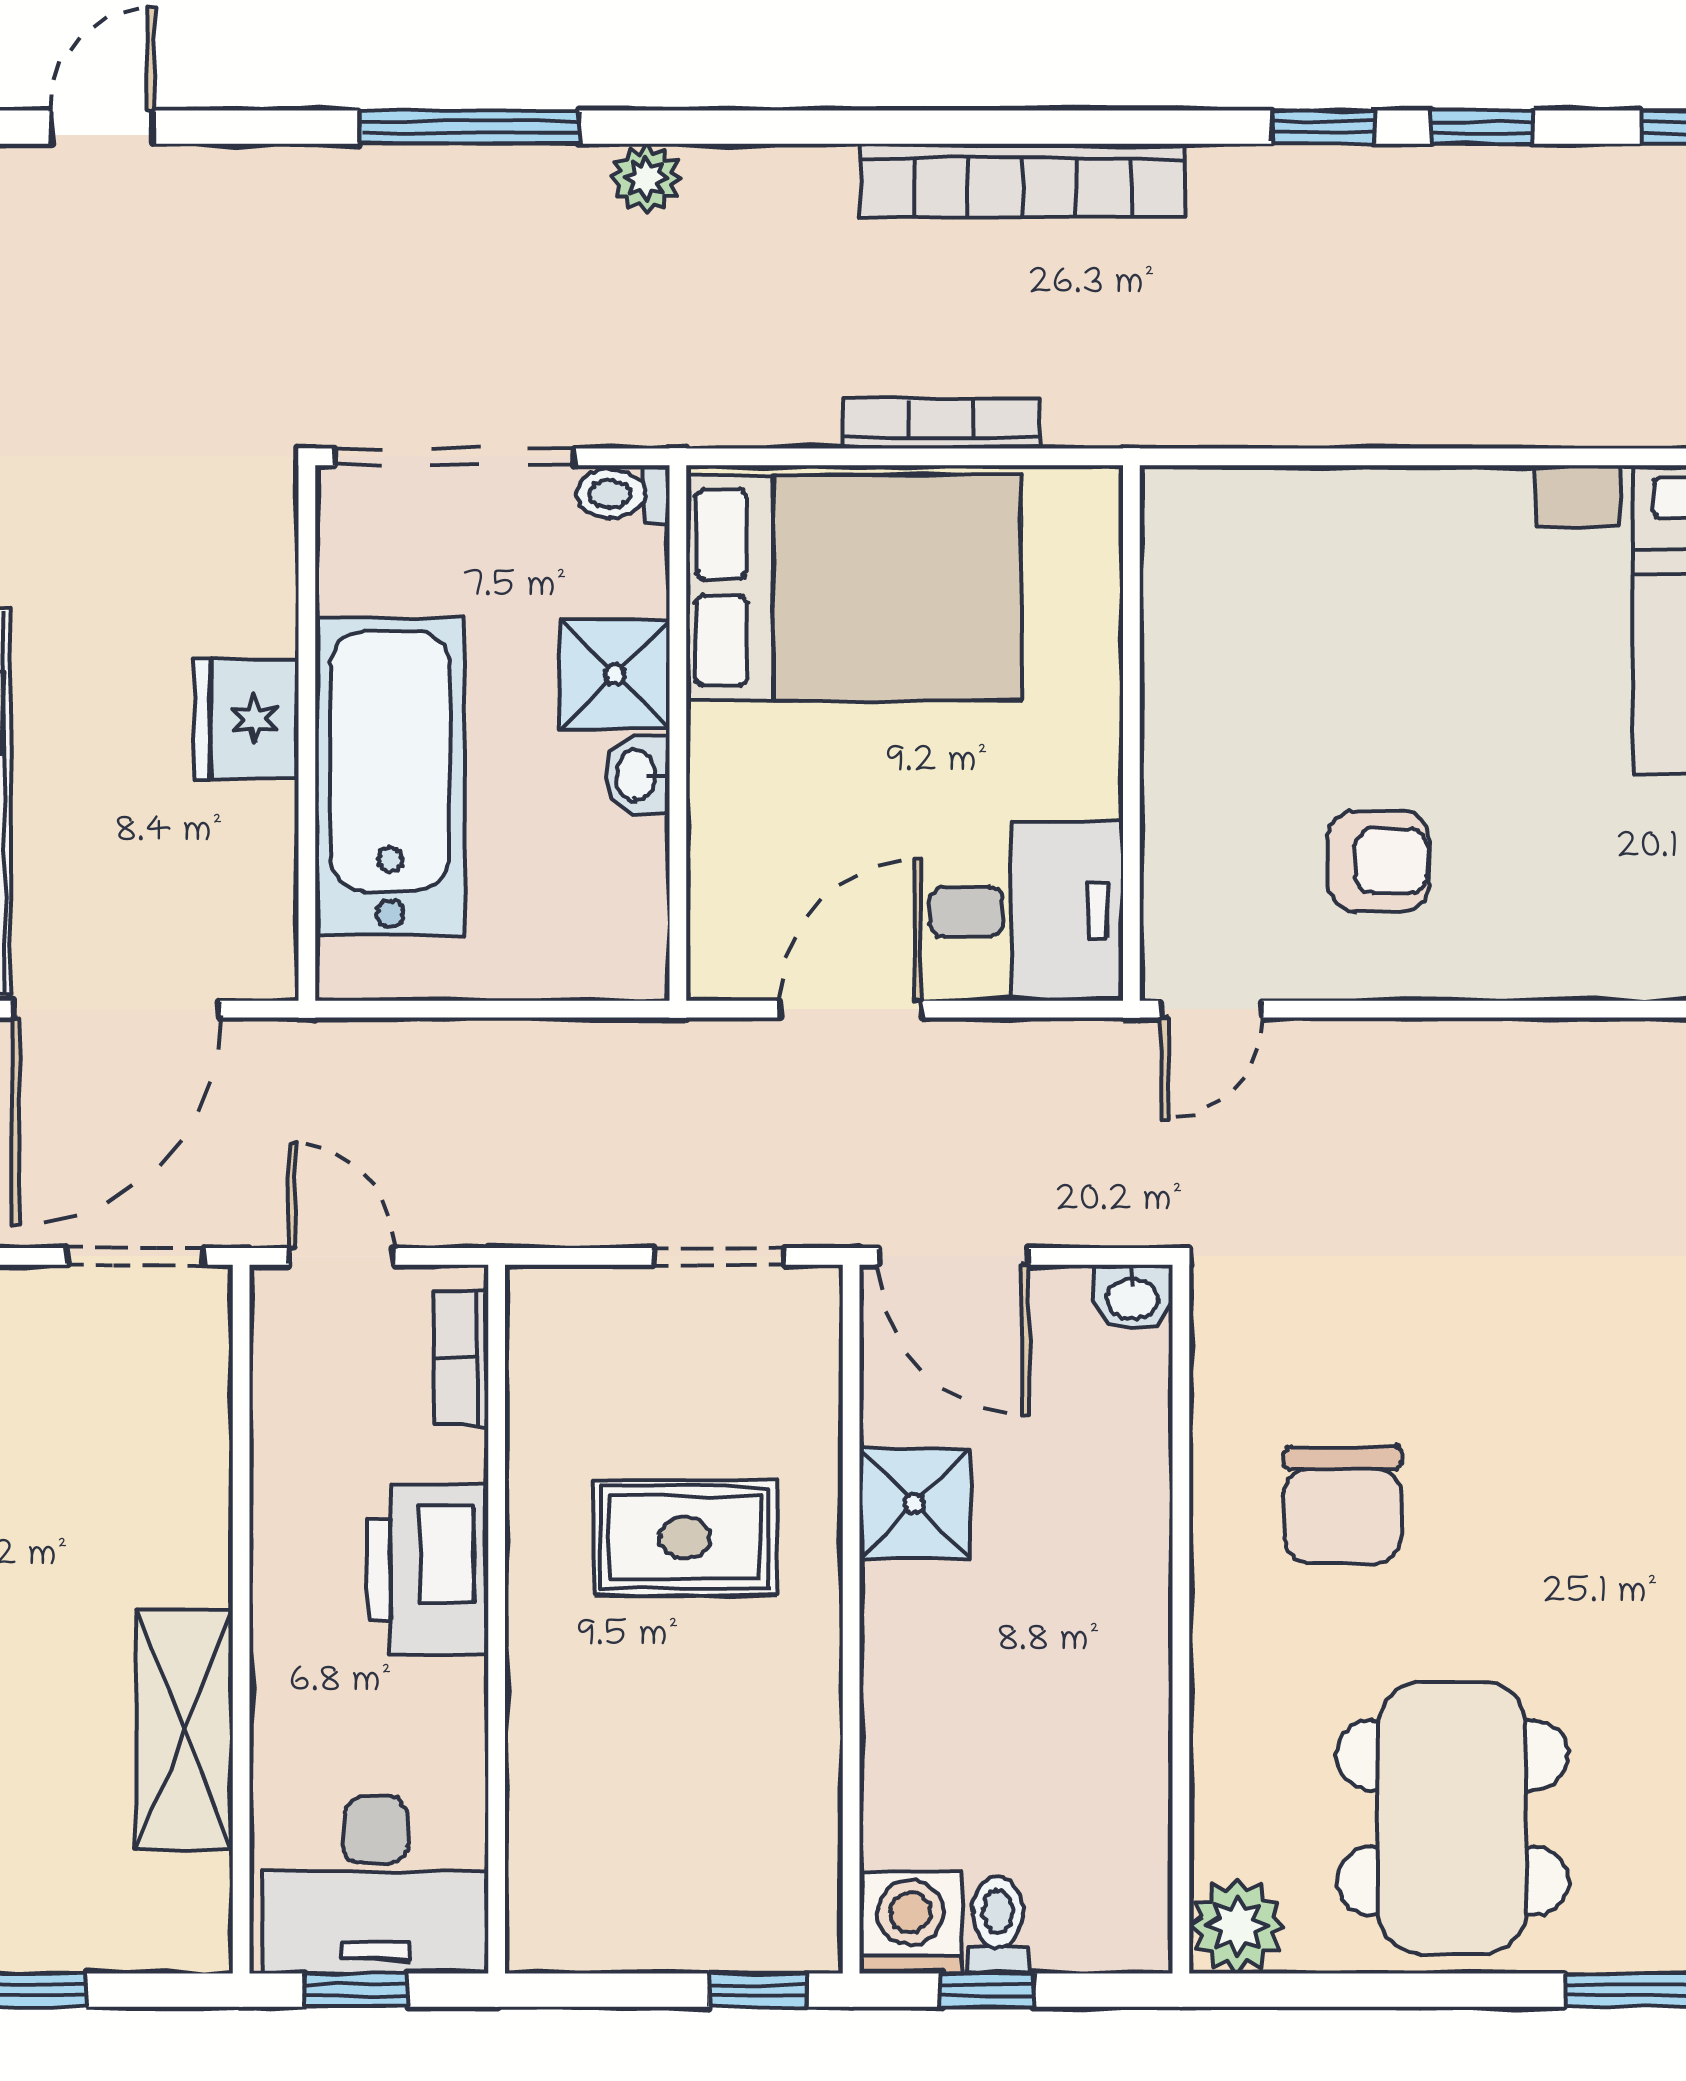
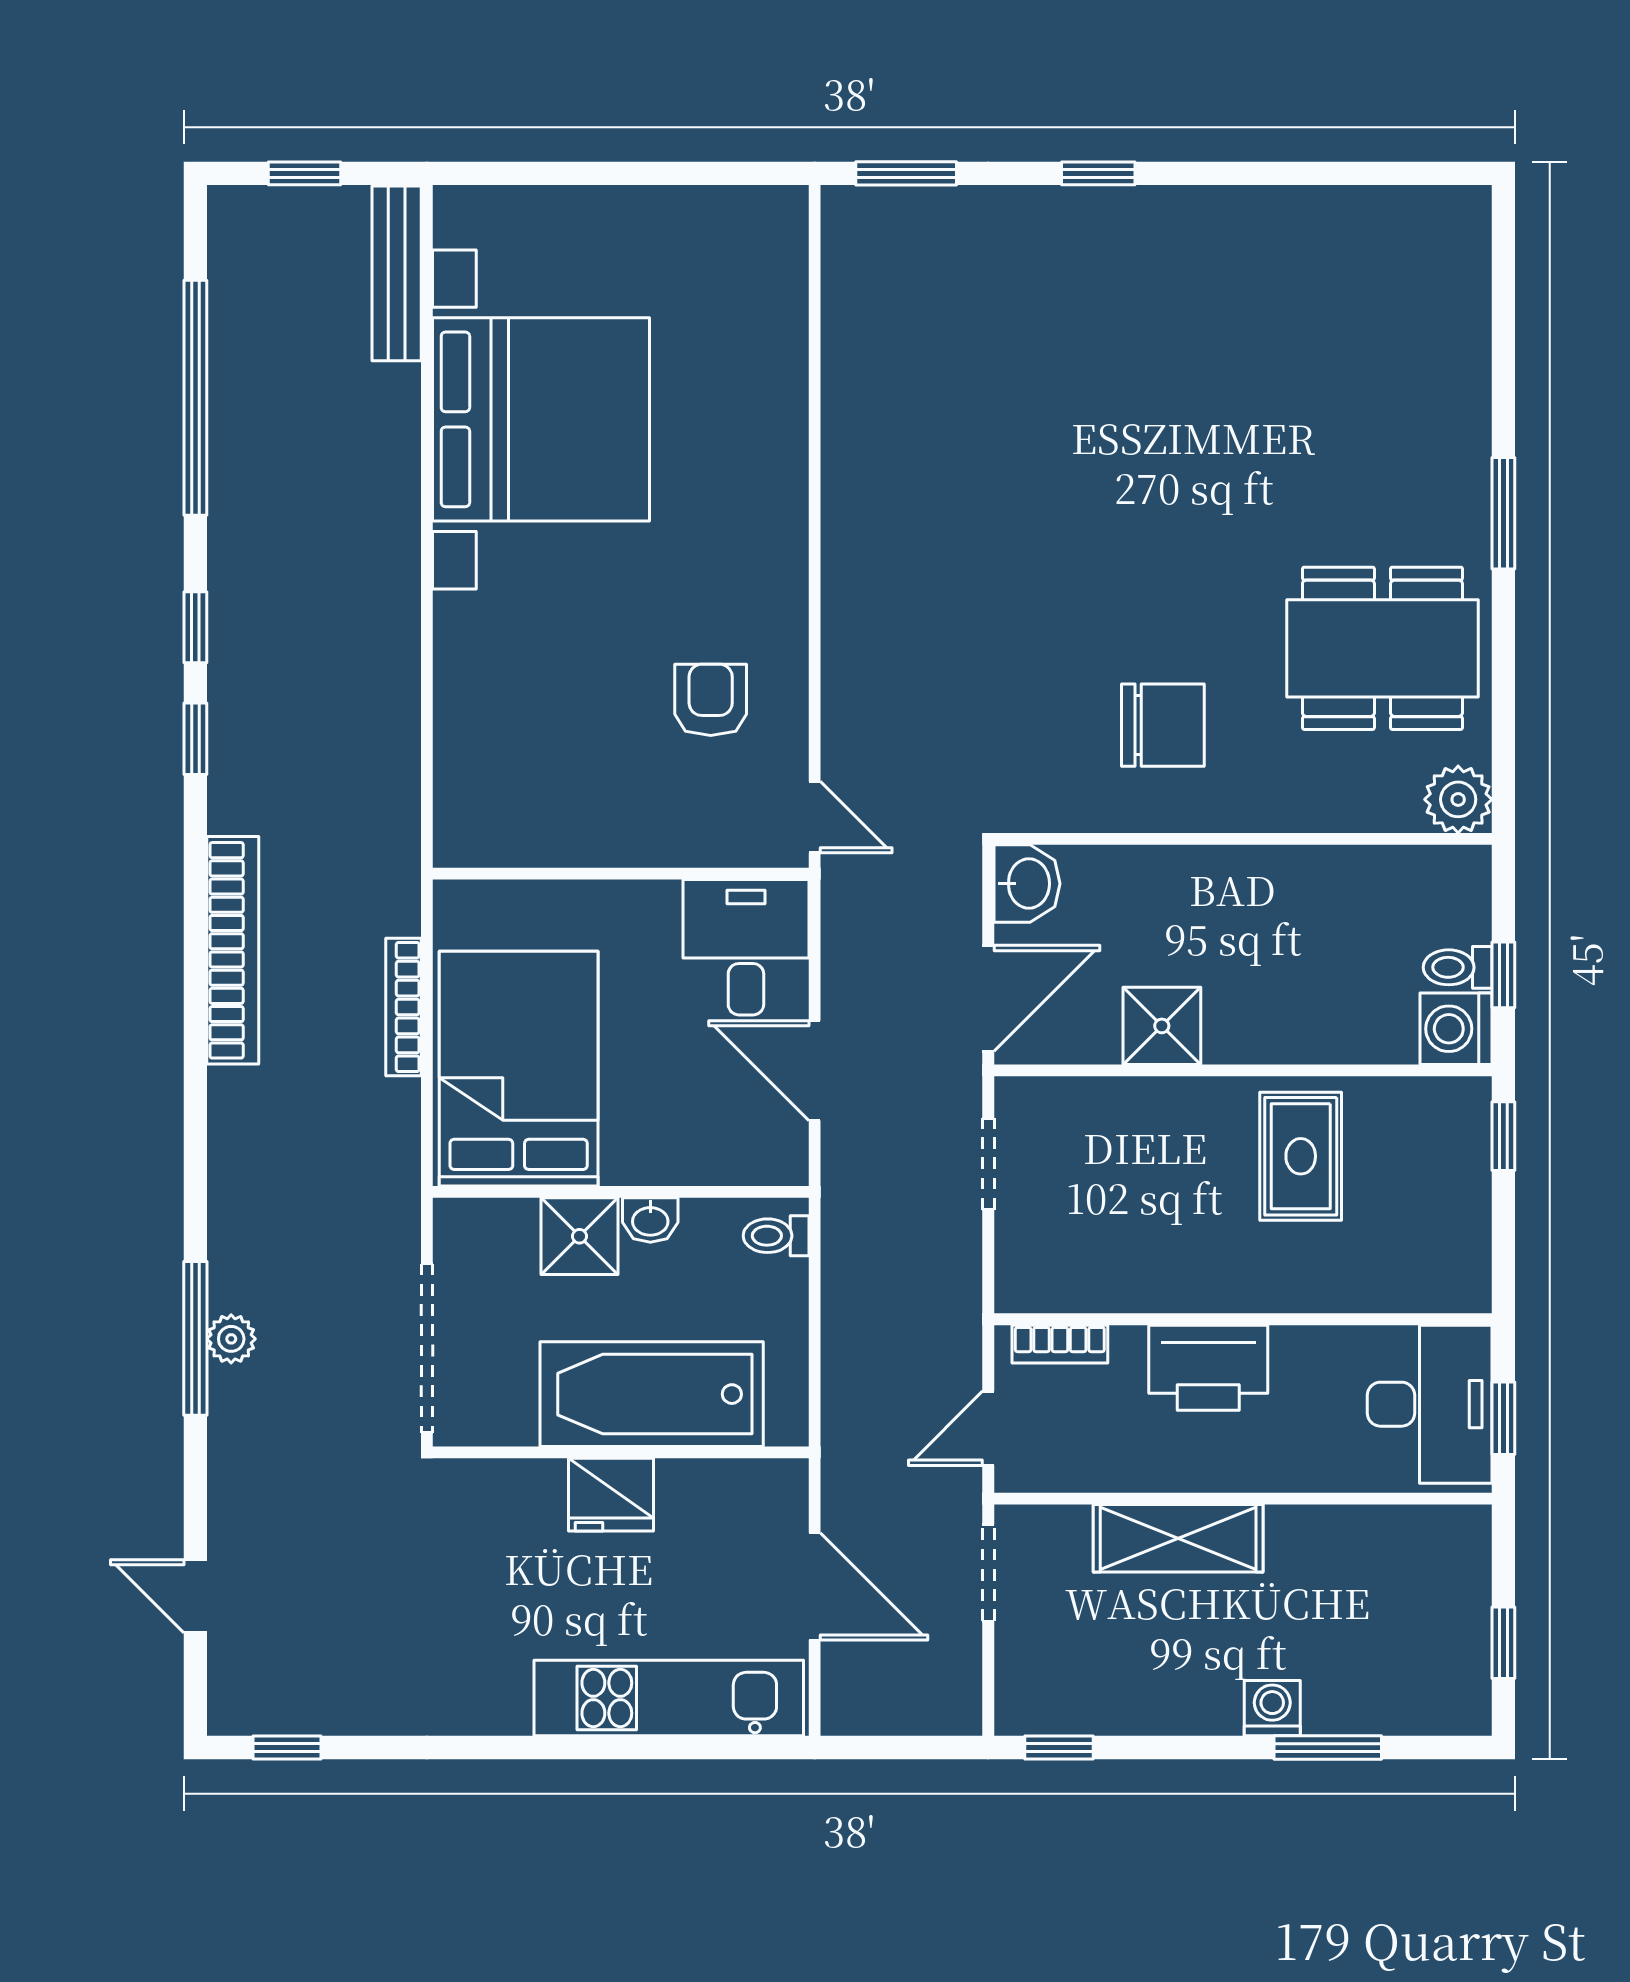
plant: (646, 178) -> (231, 1339), moved
toilet: (623, 494) -> (776, 1236), moved, turned 90
door: (116, 1009) -> (815, 1586), width x0.73
washbasin: (1133, 1297) -> (1027, 884), width x1.38, depth x1.45
rug: (685, 1538) -> (1301, 1156), moved
shelving: (184, 1730) -> (1178, 1538), moved

